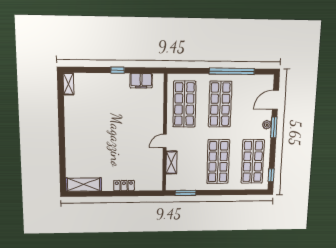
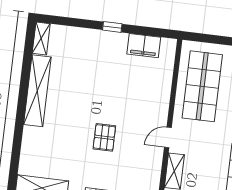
shelving: (71, 120) -> (37, 91), added
pallet: (122, 146) -> (104, 137), added

